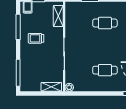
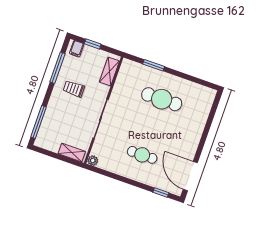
cafe table: (105, 23) -> (162, 99), width x1.37, depth x1.35

